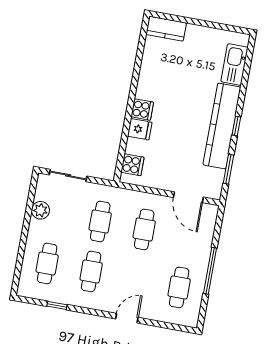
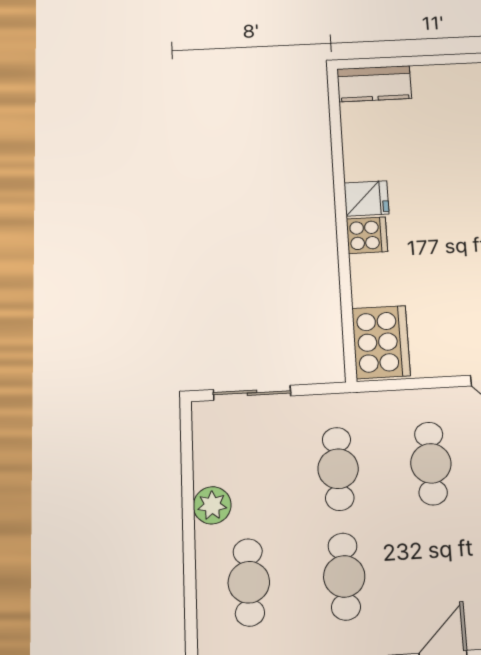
fridge: (140, 129) -> (366, 198), moved
cooker: (132, 165) -> (381, 342), width x1.87, depth x1.31
plant: (40, 210) -> (212, 505), moved

